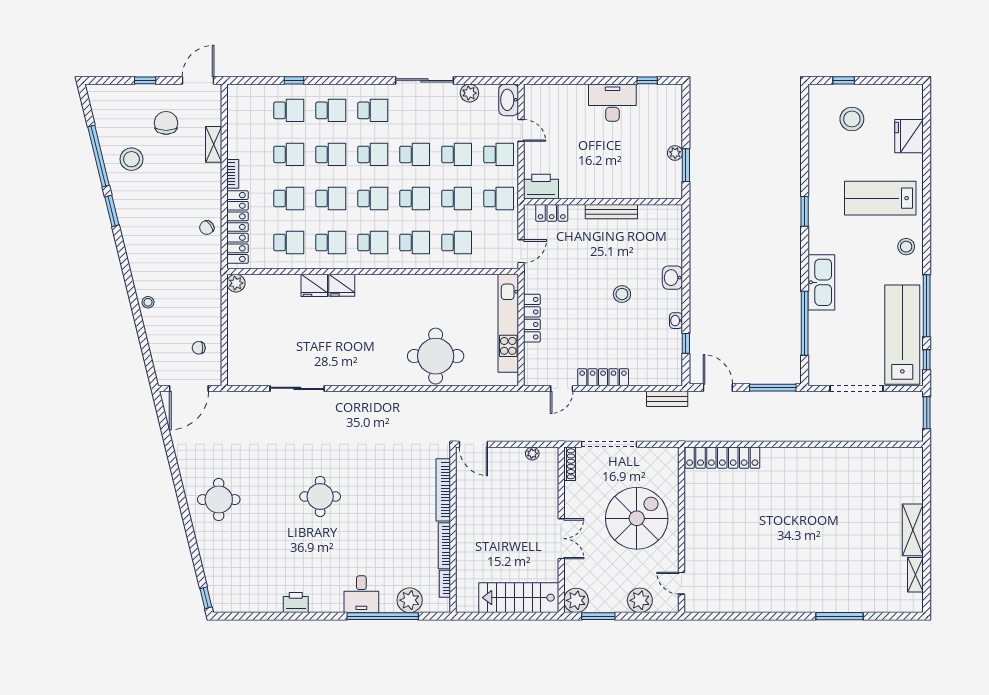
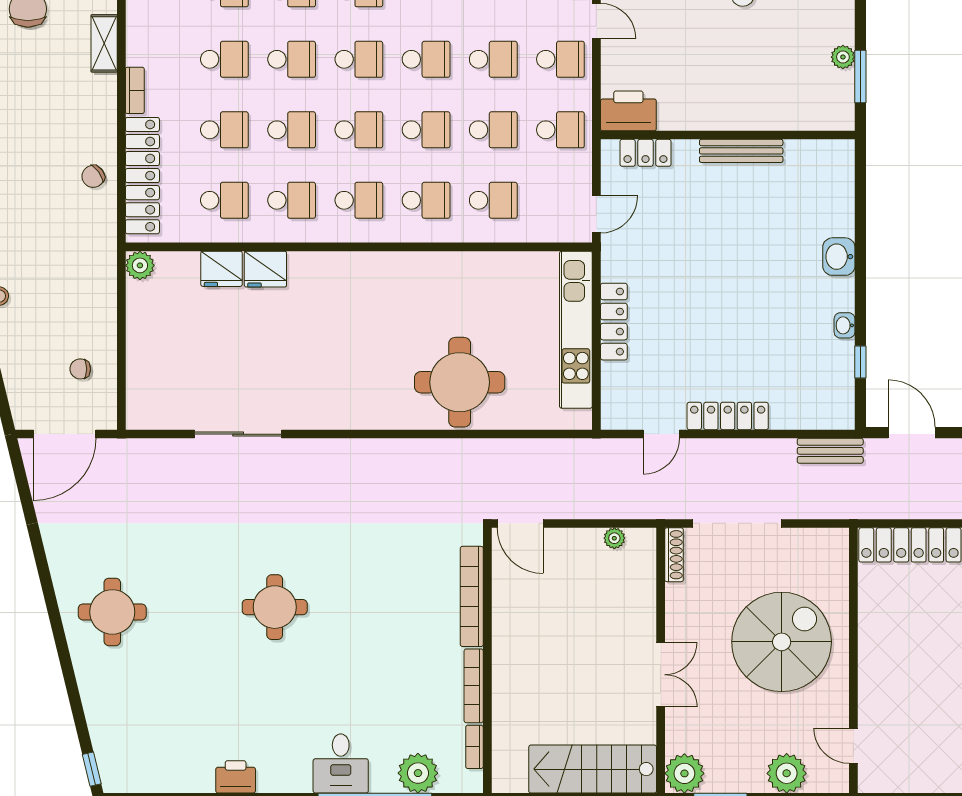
fridge: (342, 285) -> (222, 269), moved
stool: (622, 294) -> (758, 283), removed

